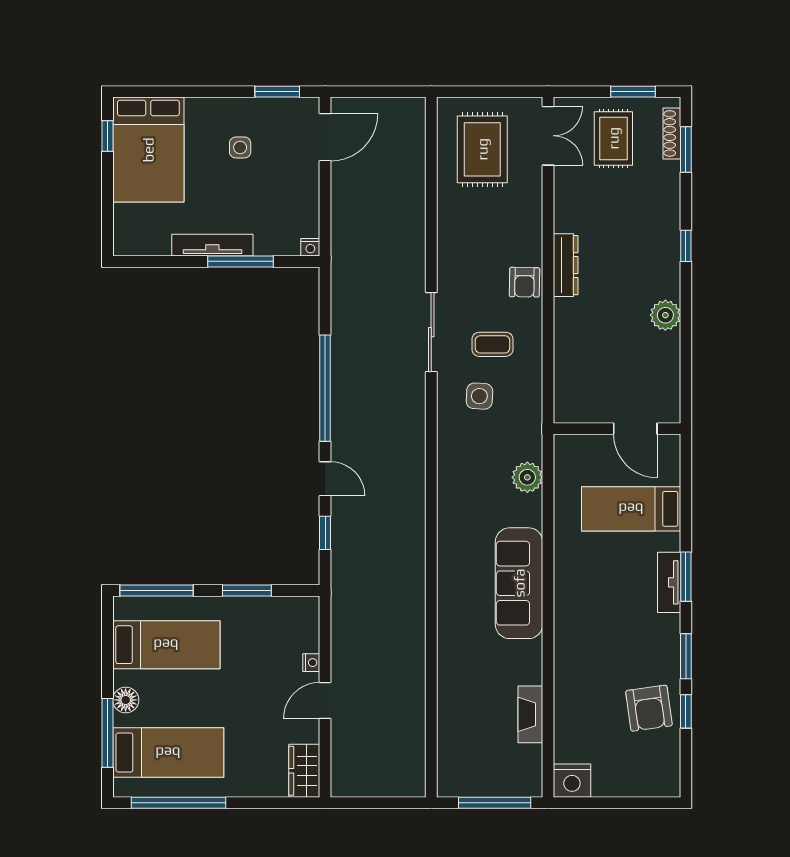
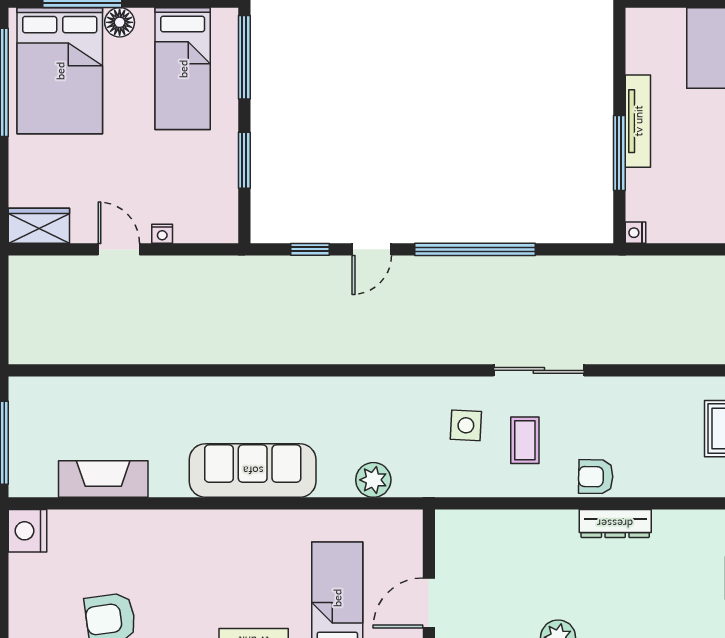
fireplace: (530, 714) -> (103, 479), width x1.37, depth x1.32
bed: (168, 753) -> (60, 71), width x1.50

